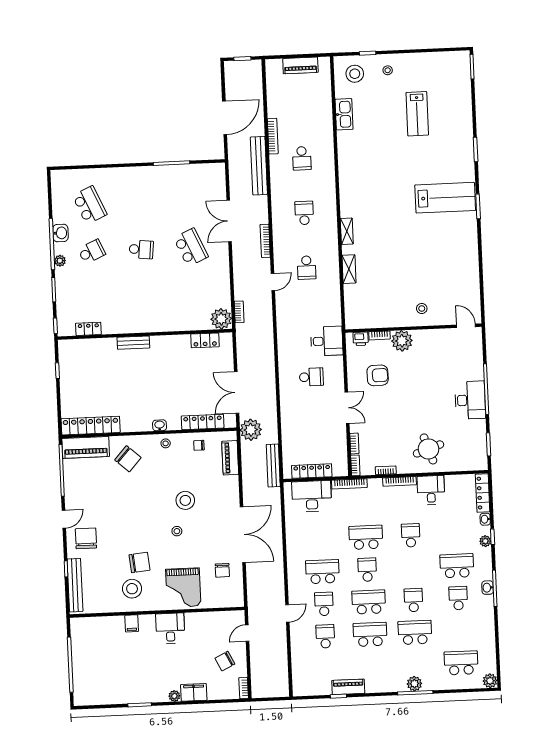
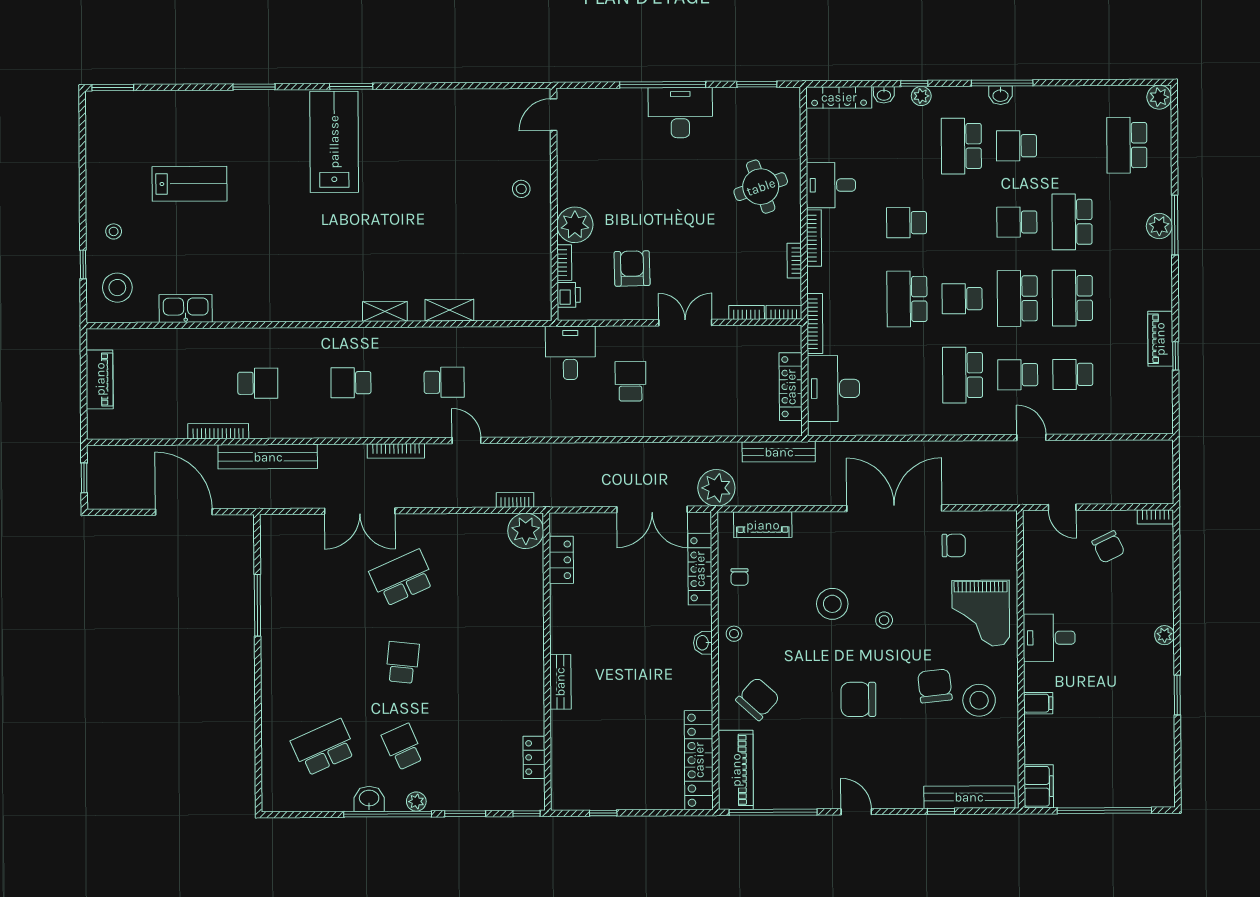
chair: (86, 538) -> (858, 699), moved
grand piano: (183, 588) -> (981, 613), turned 90
filing cabinet: (194, 692) -> (1039, 786), moved, turned 180

